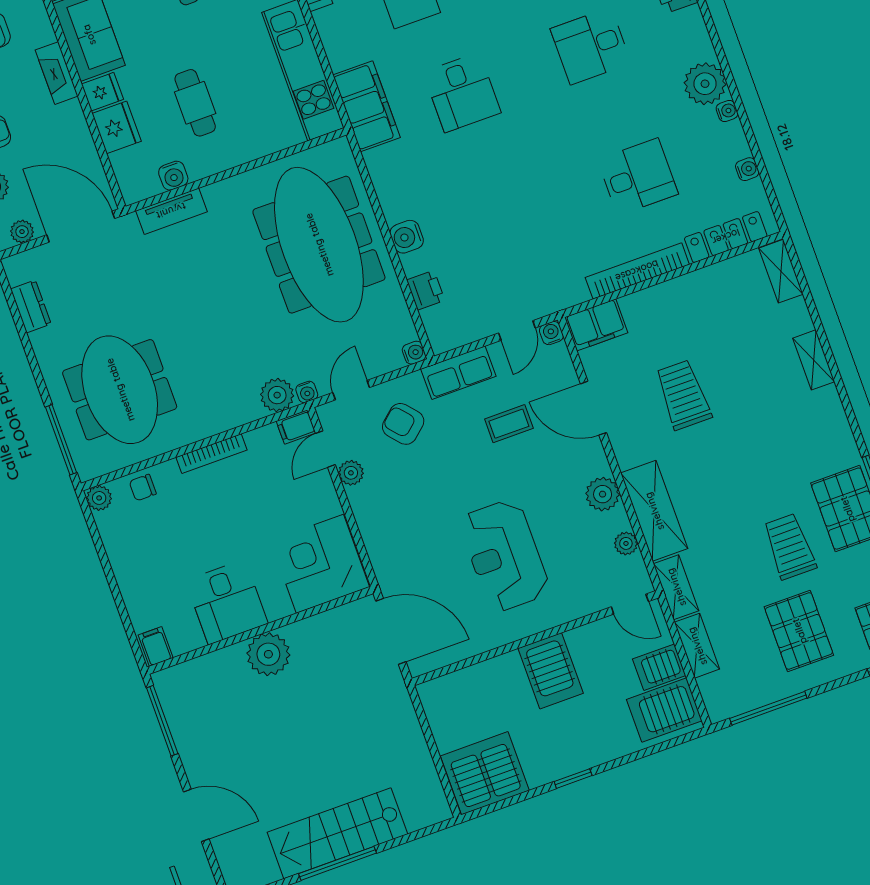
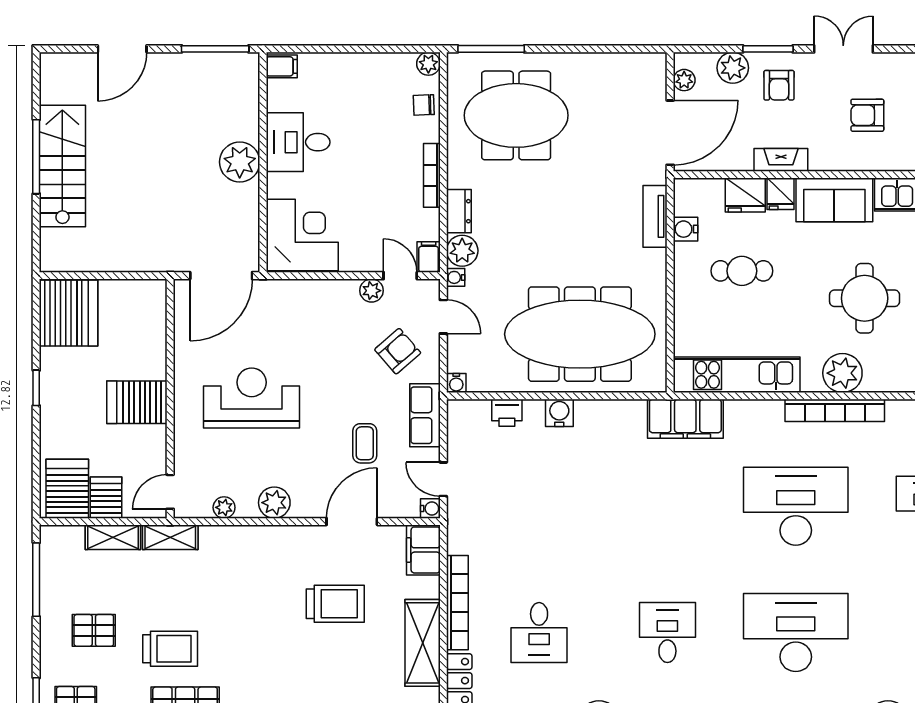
fireplace: (57, 73) -> (781, 160), moved
desk: (462, 92) -> (667, 506), removed
dresser: (31, 306) -> (459, 211), moved, turned -90
chair: (143, 488) -> (424, 105), turned -92
shelving: (654, 511) -> (423, 643), moved, turned 90
pallet: (799, 631) -> (94, 630), width x0.67, depth x0.71

